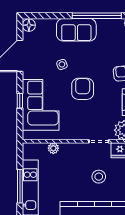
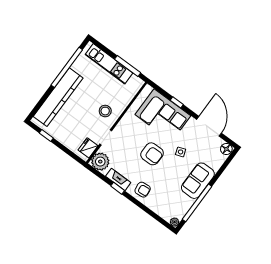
plant: (53, 148) -> (125, 101), removed
stool: (99, 177) -> (105, 111), moved
window: (20, 186) -> (128, 66), moved

